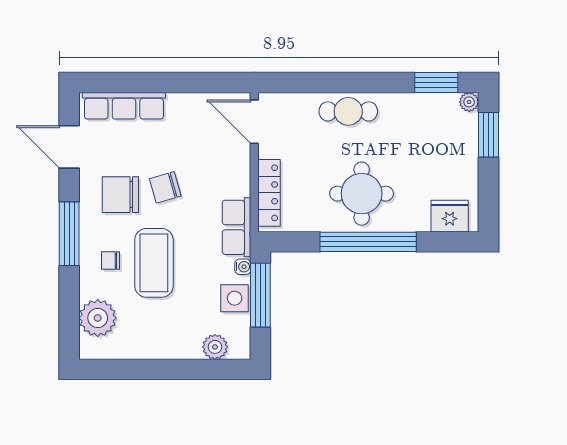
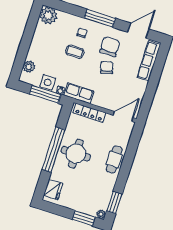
coffee table: (154, 263) -> (75, 52), width x0.54, depth x0.58
plant: (98, 318) -> (48, 16), moved

